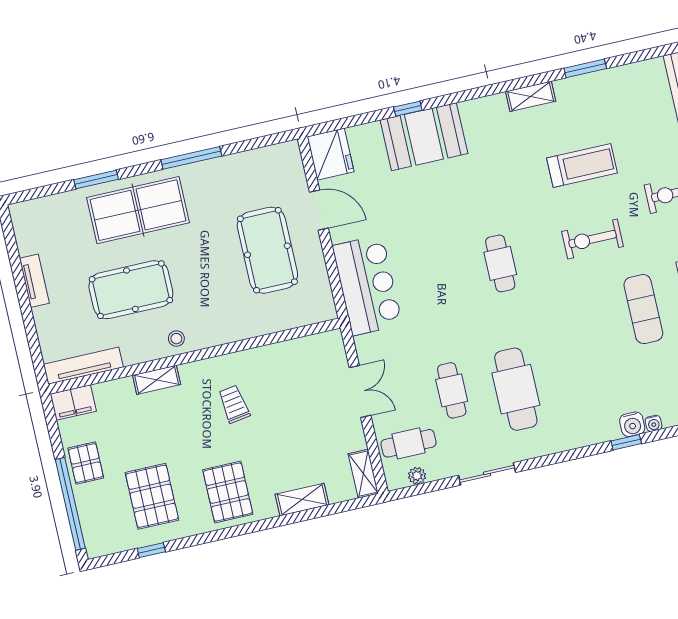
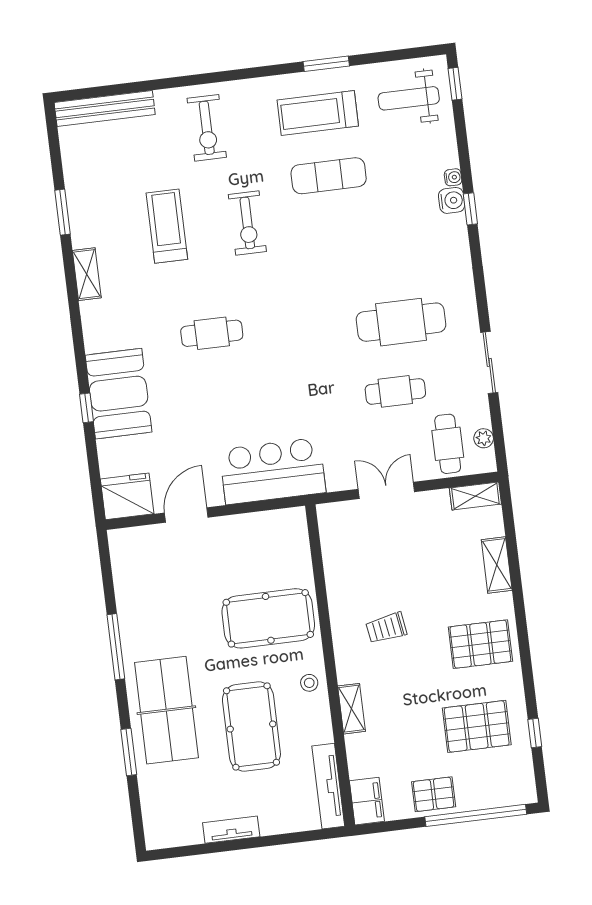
pool table: (267, 250) -> (268, 618), moved
cafe table: (500, 263) -> (212, 333), moved

